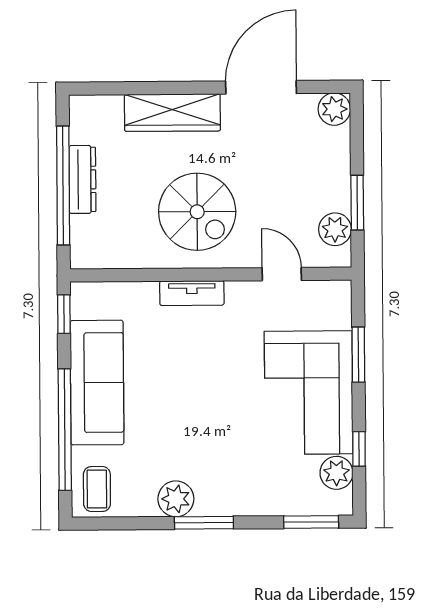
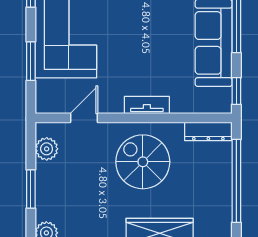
dresser: (82, 179) -> (208, 131), moved, turned -90
window: (357, 203) -> (31, 189), moved
door: (282, 274) -> (84, 118), swing flipped

